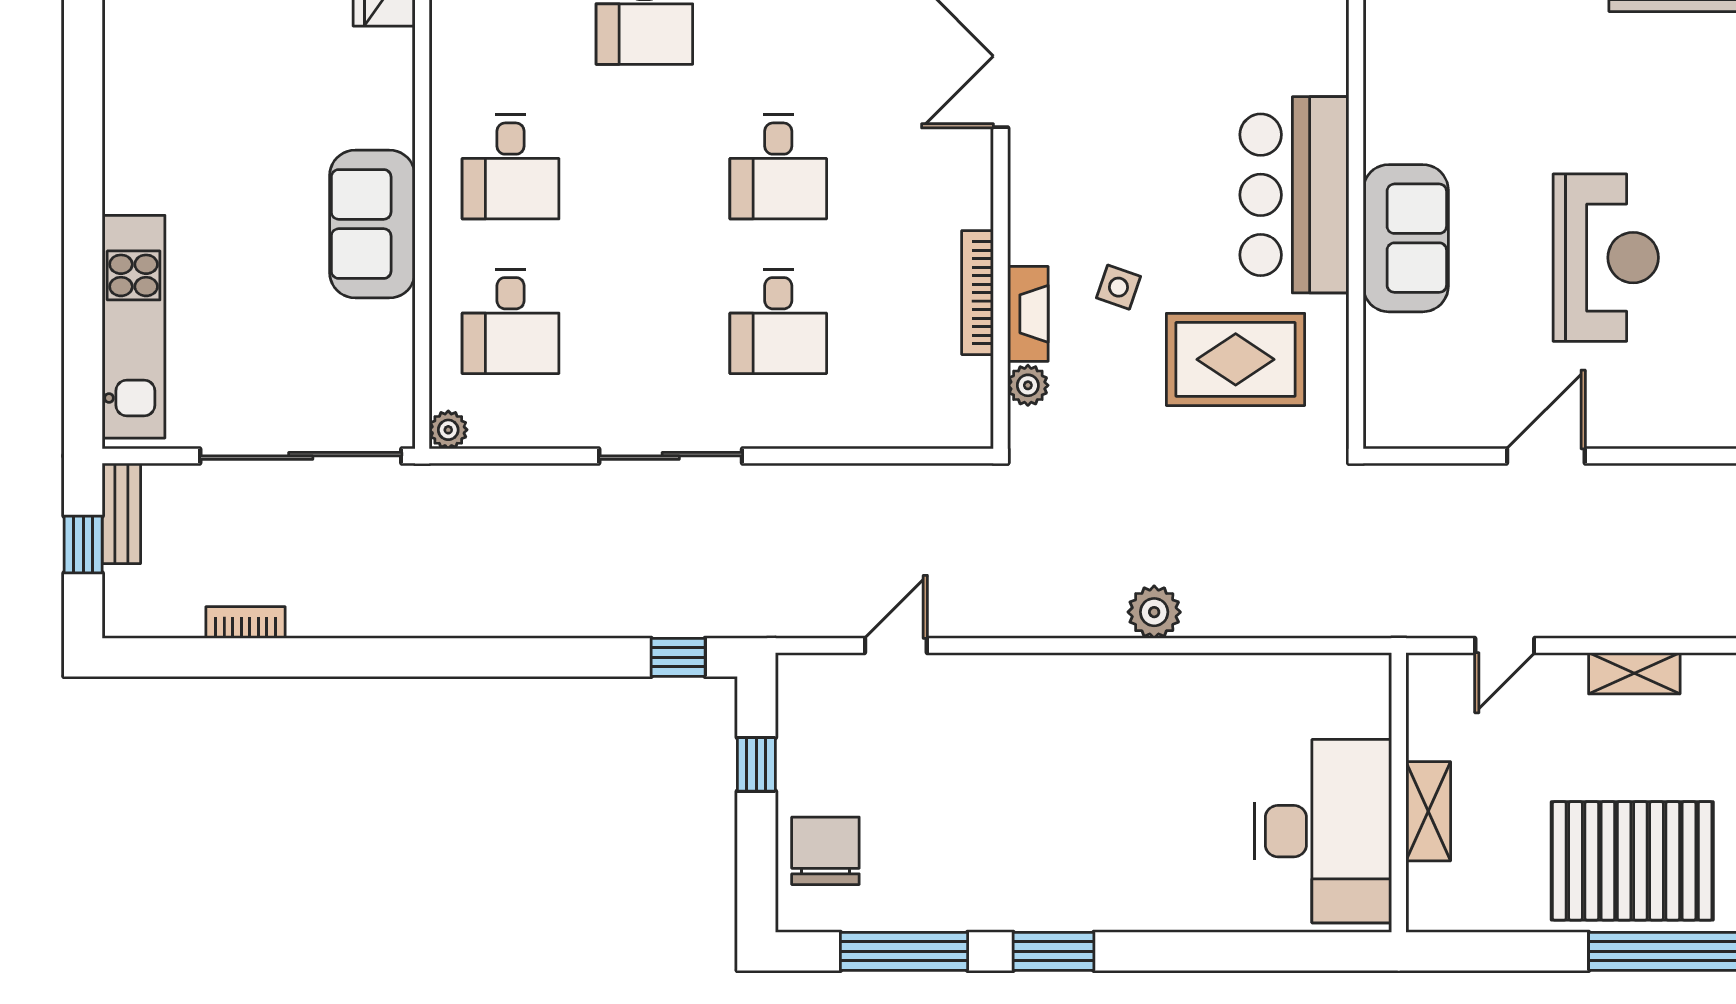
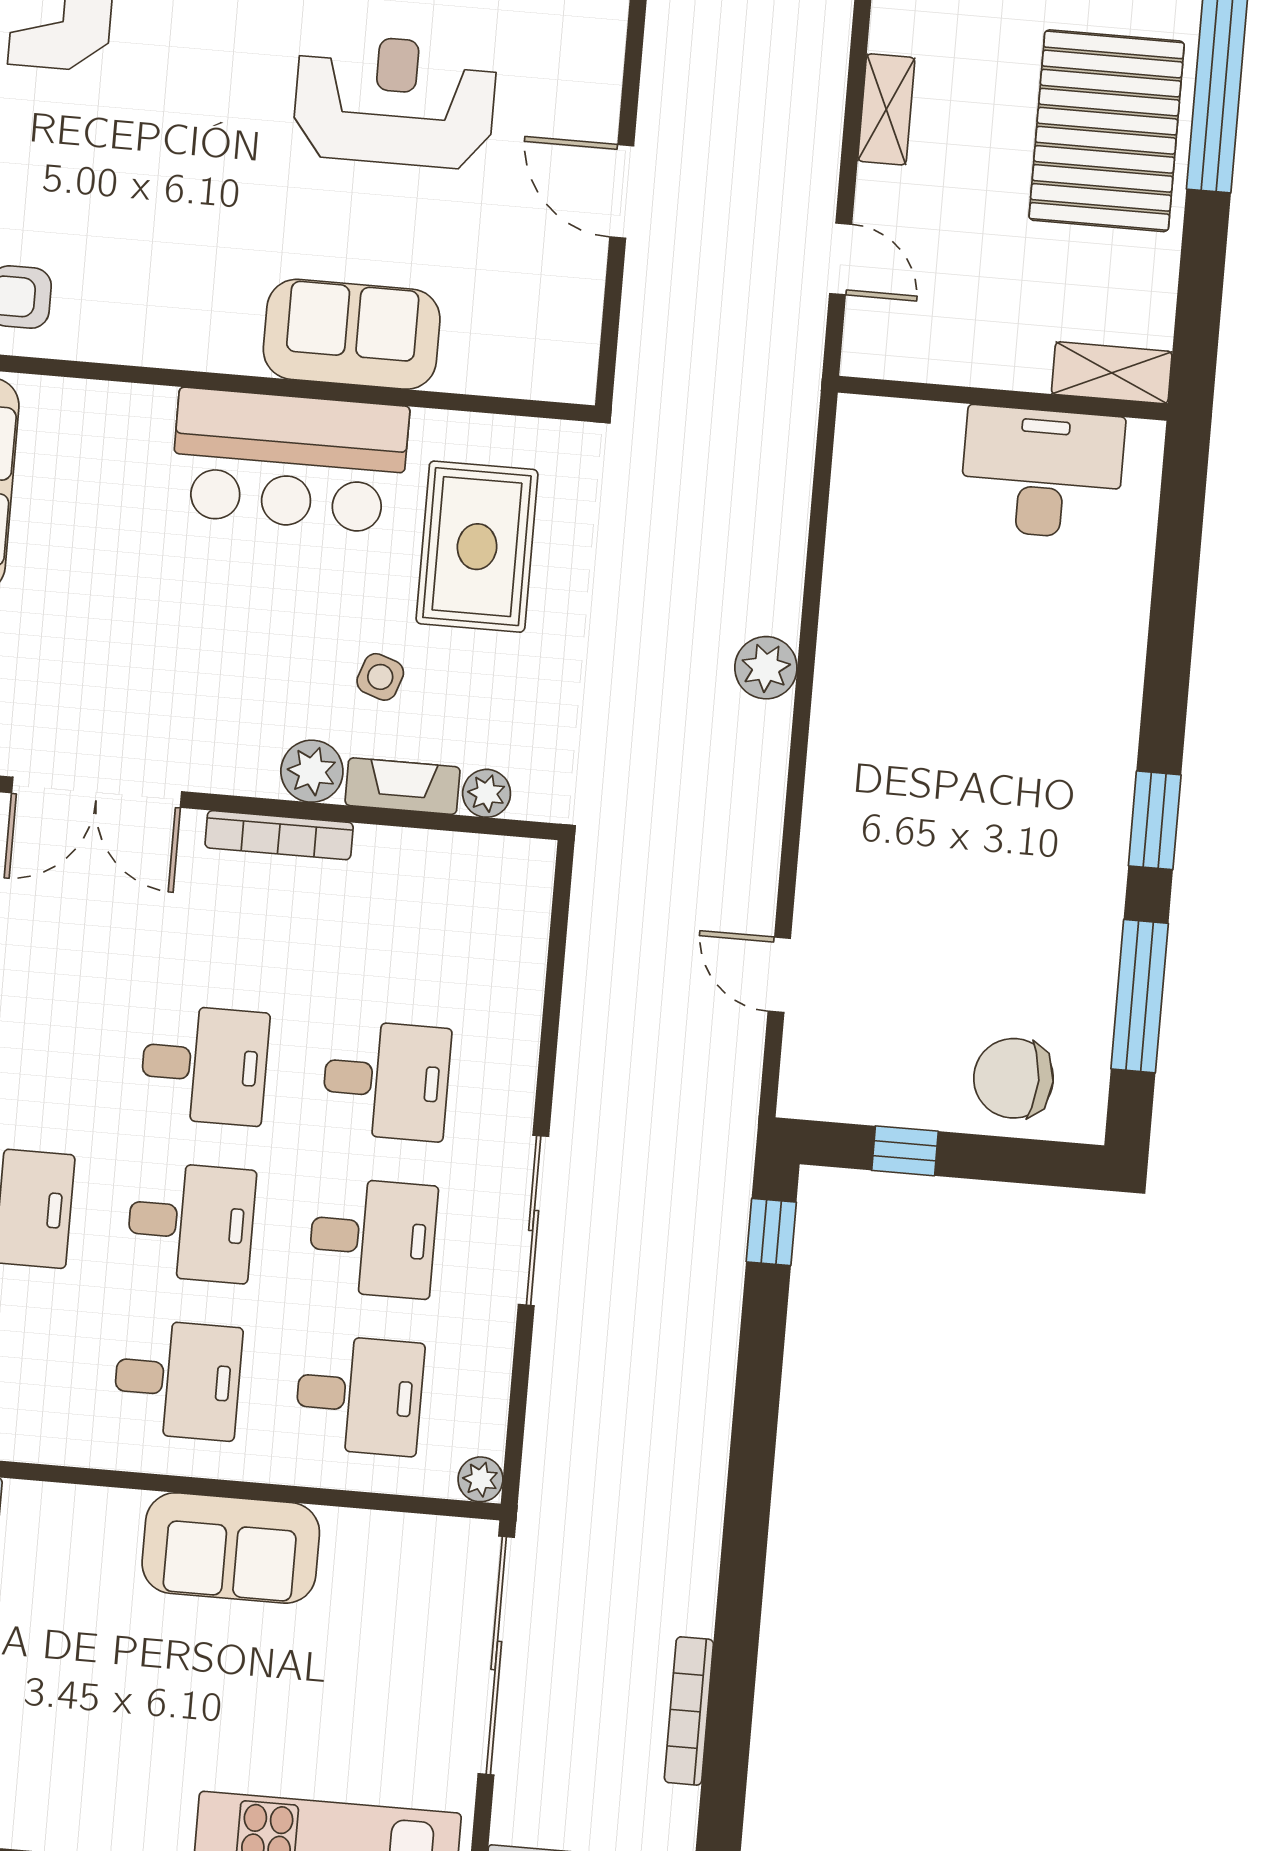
desk: (644, 167) -> (191, 1222), added
plant: (1034, 236) -> (312, 771), added
bookcase: (978, 293) -> (279, 835), moved
desk: (644, 321) -> (373, 1238), added
bookcase: (245, 623) -> (689, 1711), width x1.56
shelving: (1428, 811) -> (1112, 373), moved
desk: (1323, 831) -> (1042, 473), width x0.73, depth x0.77

